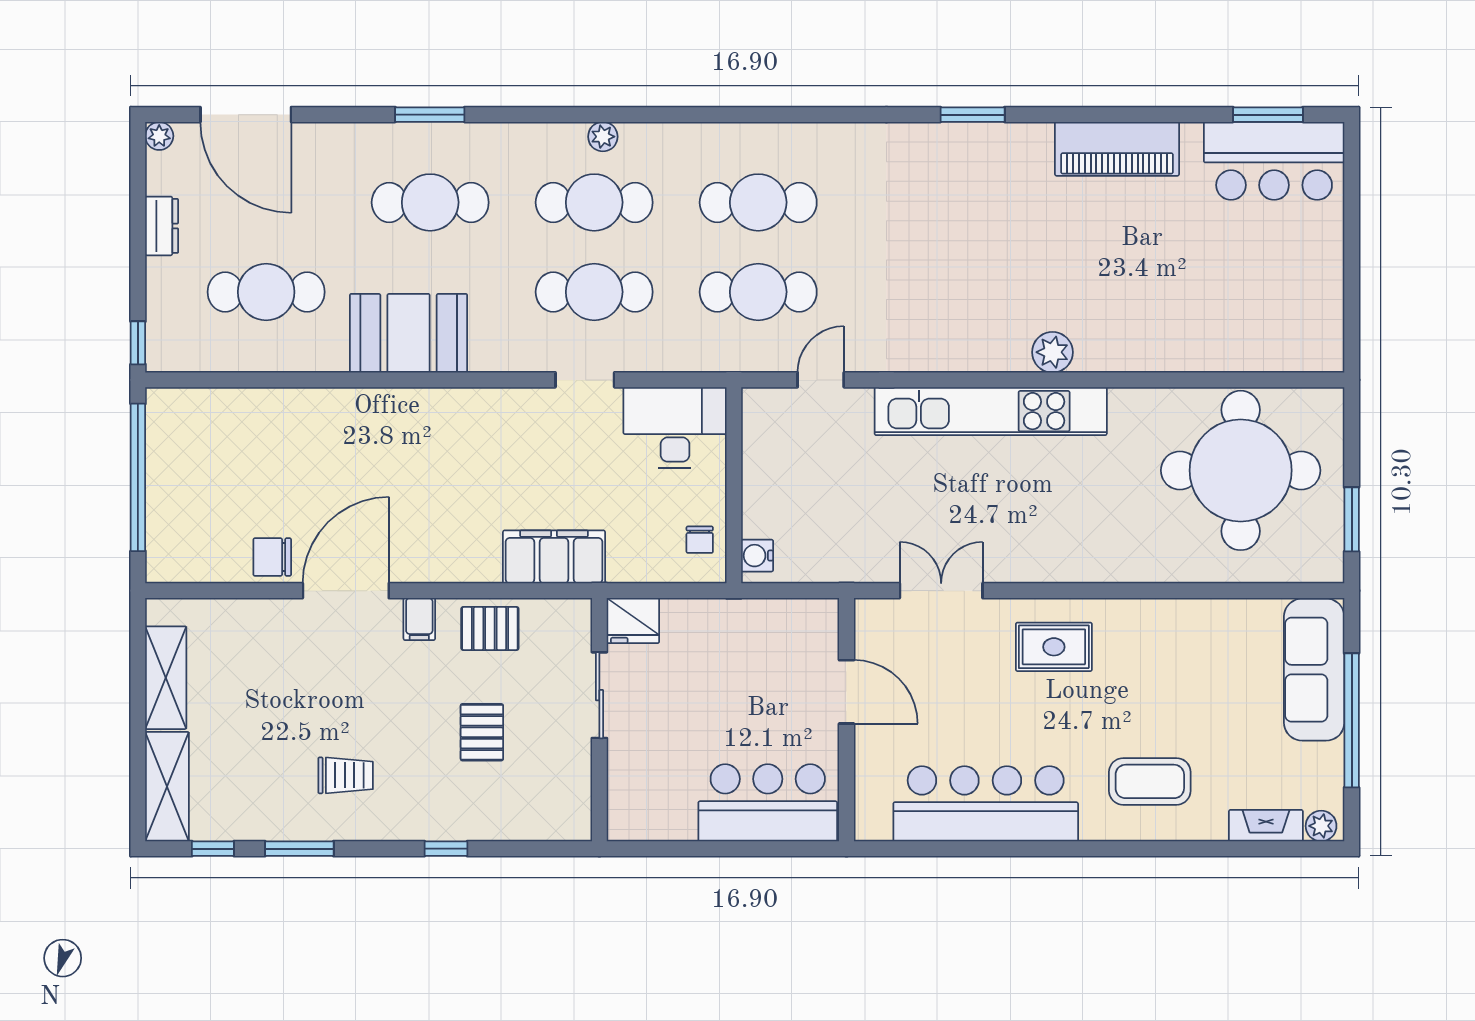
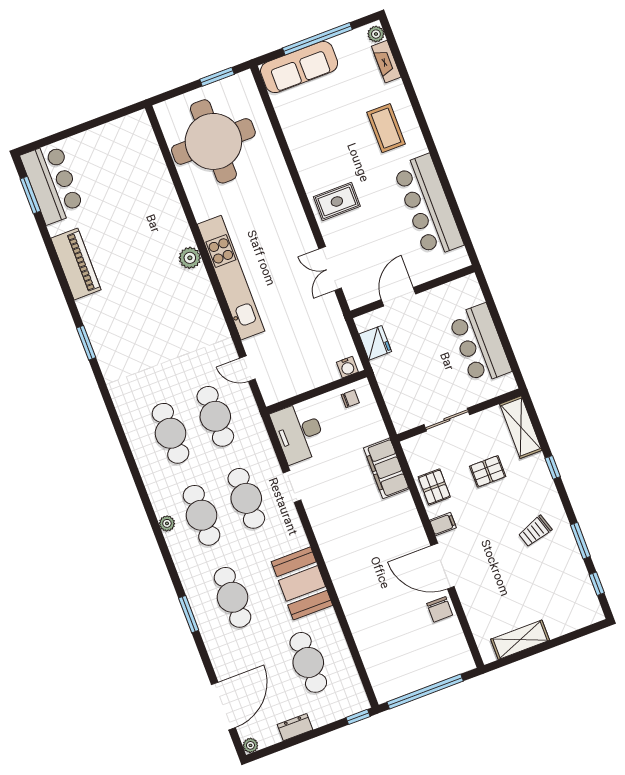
fridge: (633, 621) -> (375, 343), moved
rug: (1054, 647) -> (337, 201), turned 90
trolley: (346, 775) -> (535, 531), turned -108
shelving: (167, 787) -> (521, 427), moved, turned 90
bar counter: (768, 803) -> (480, 344), moved

